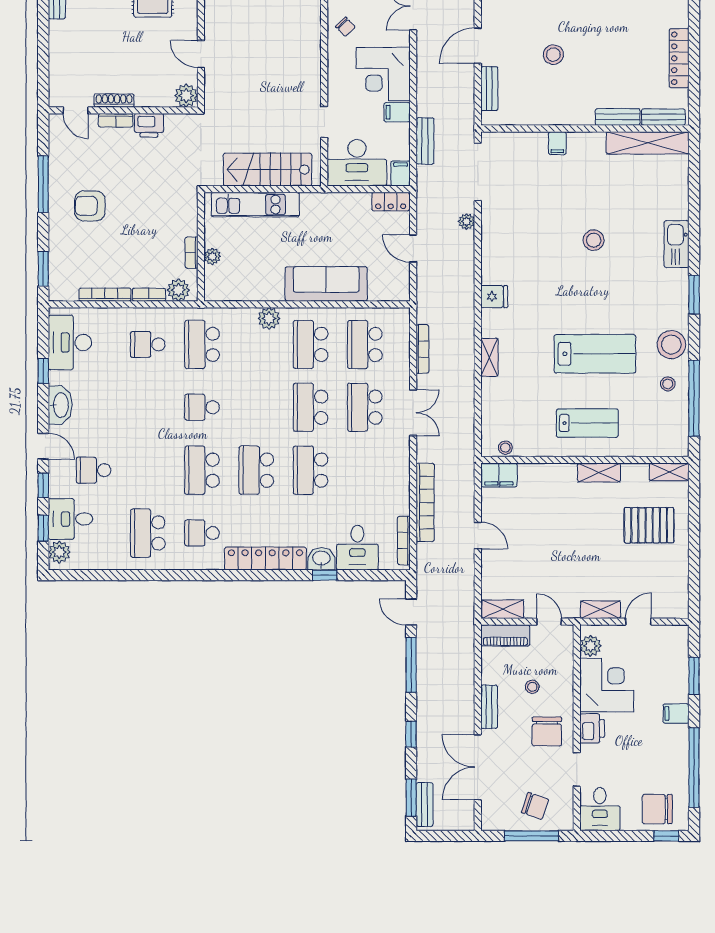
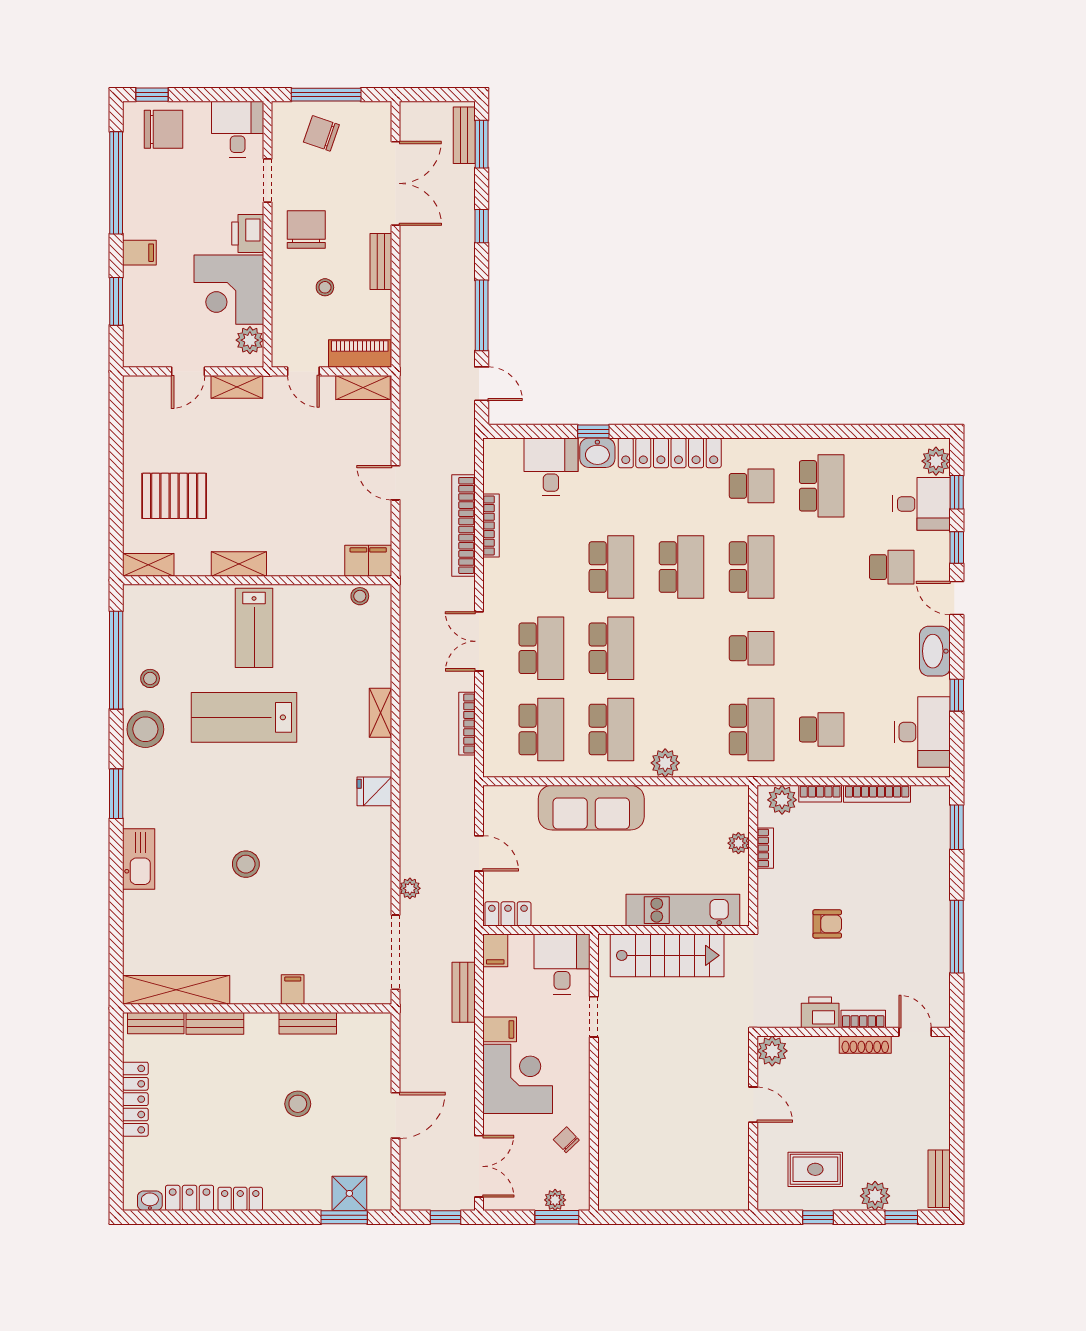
bench: (489, 89) -> (308, 1023), moved, turned 90
desk: (357, 163) -> (562, 964), width x0.73
armchair: (90, 206) -> (827, 924), moved, width x0.72, depth x0.72
lab bench: (587, 423) -> (254, 628), turned -90
bookcase: (404, 541) -> (491, 525), moved

